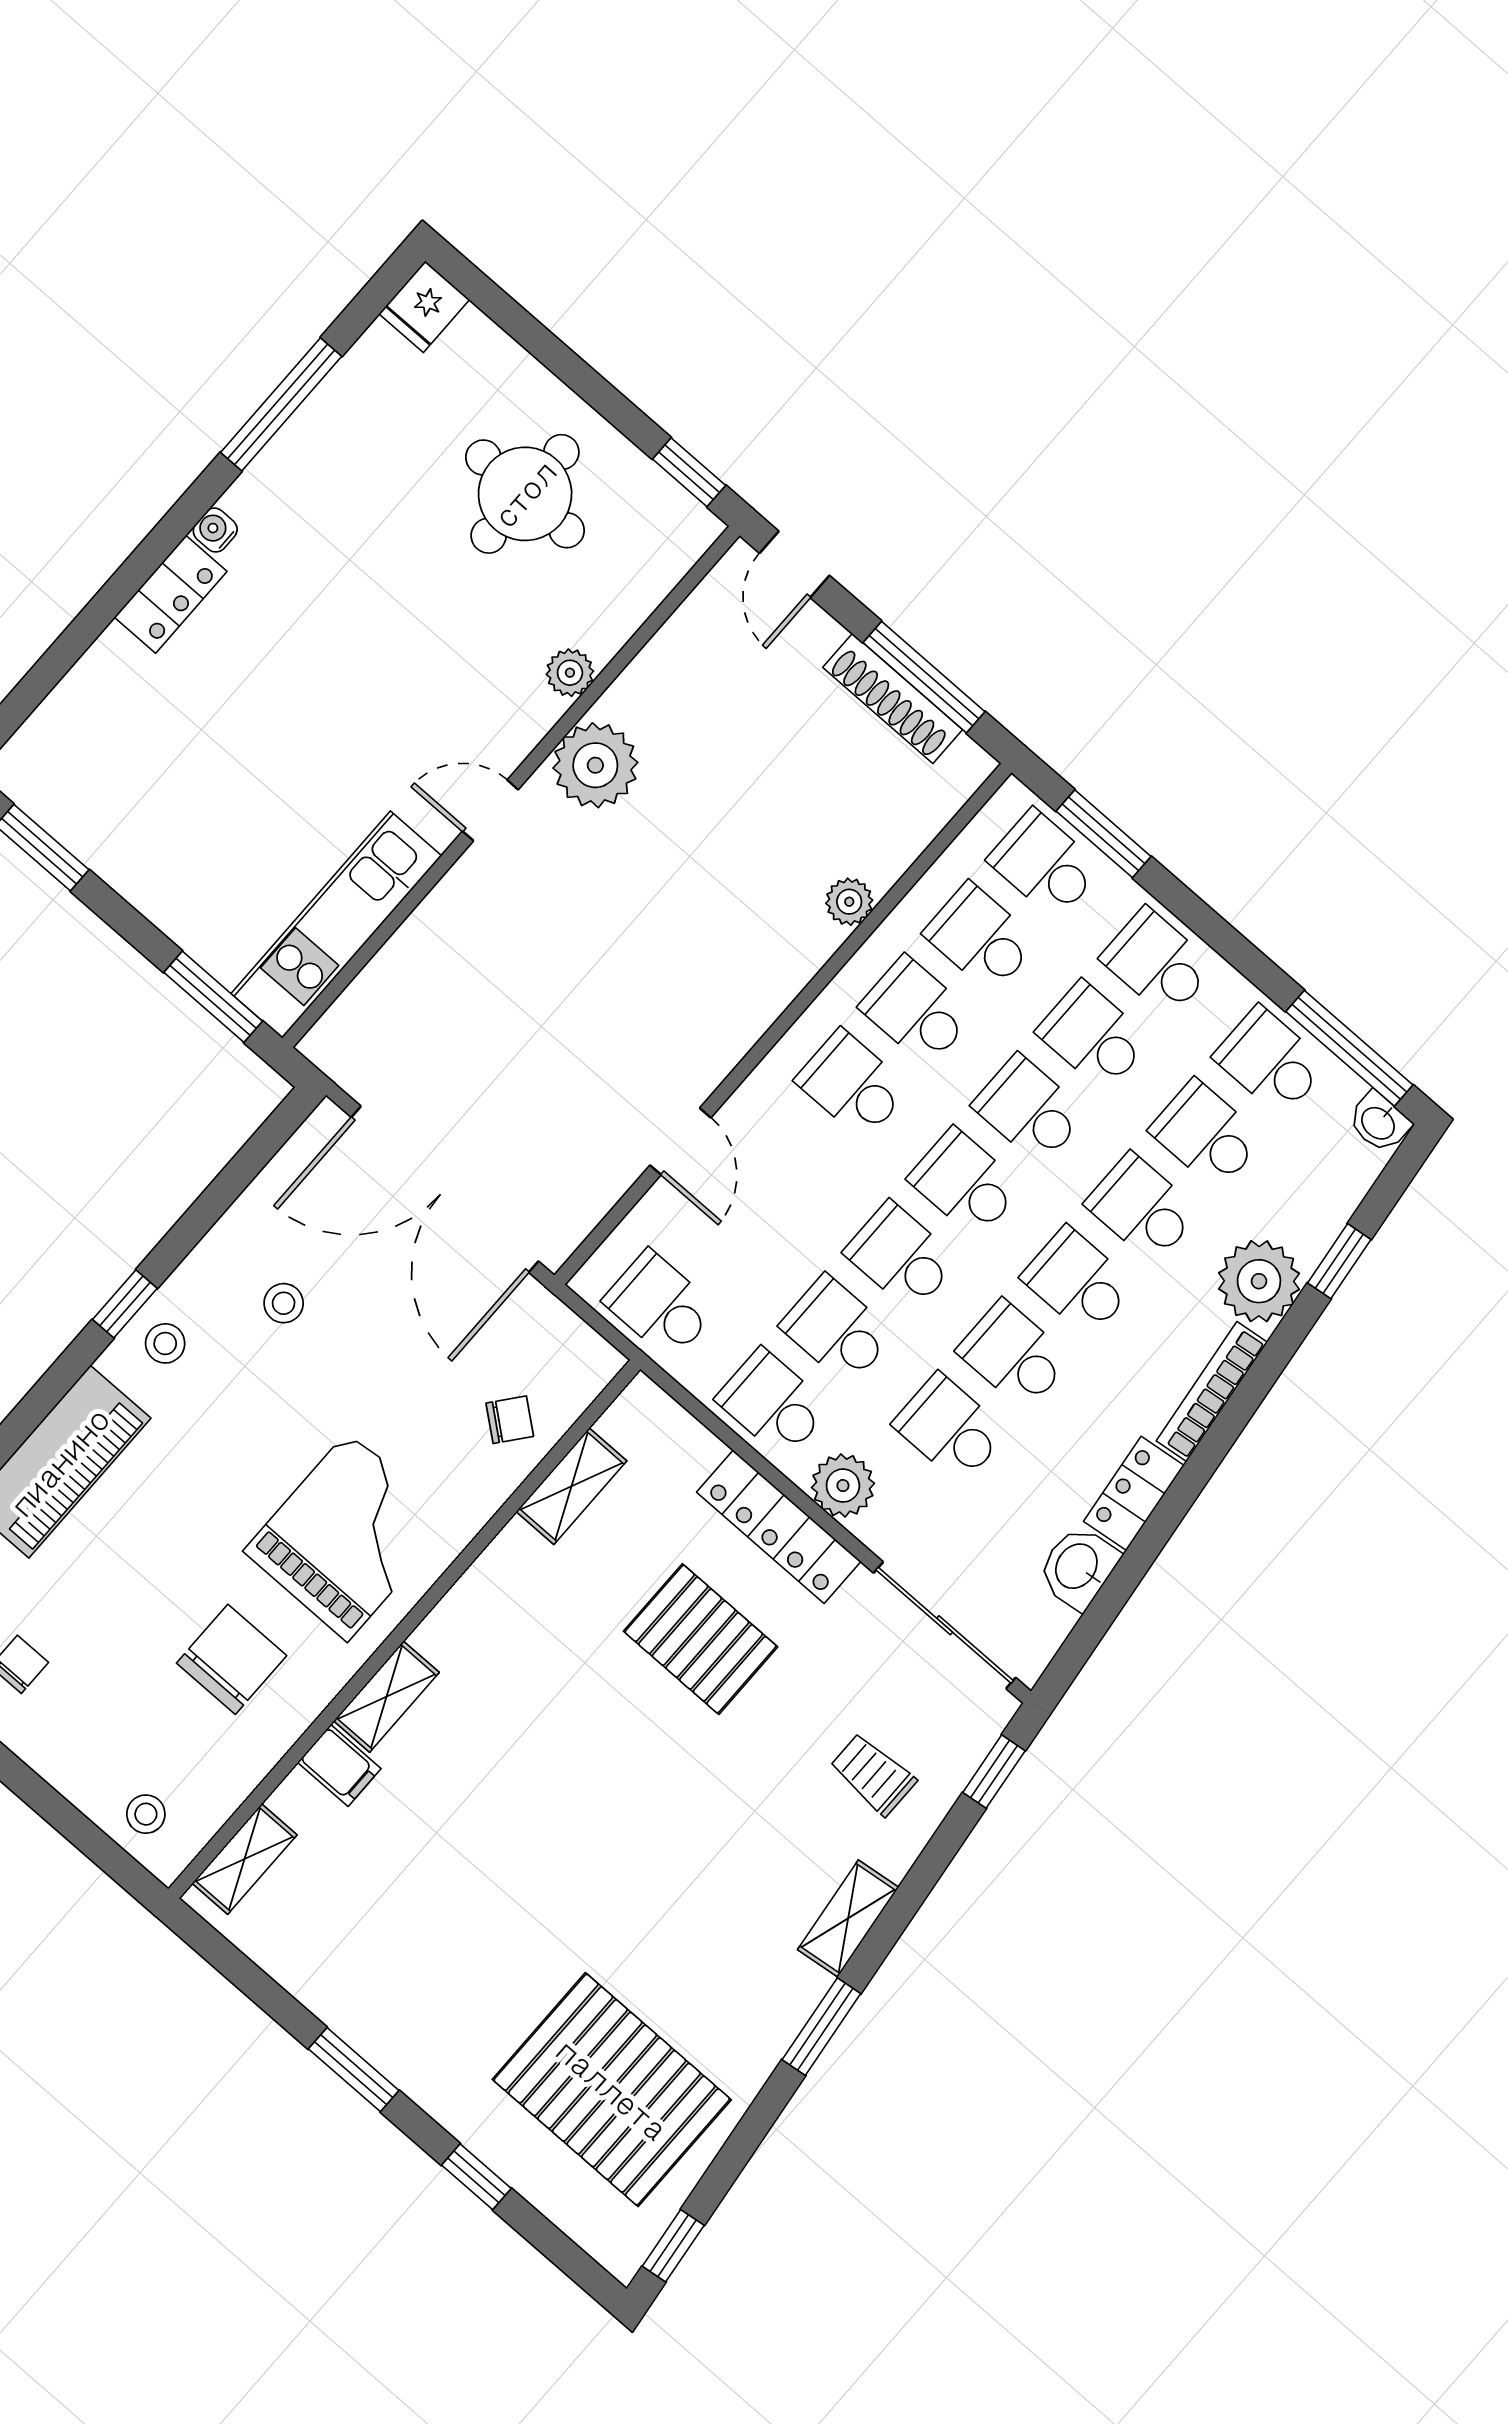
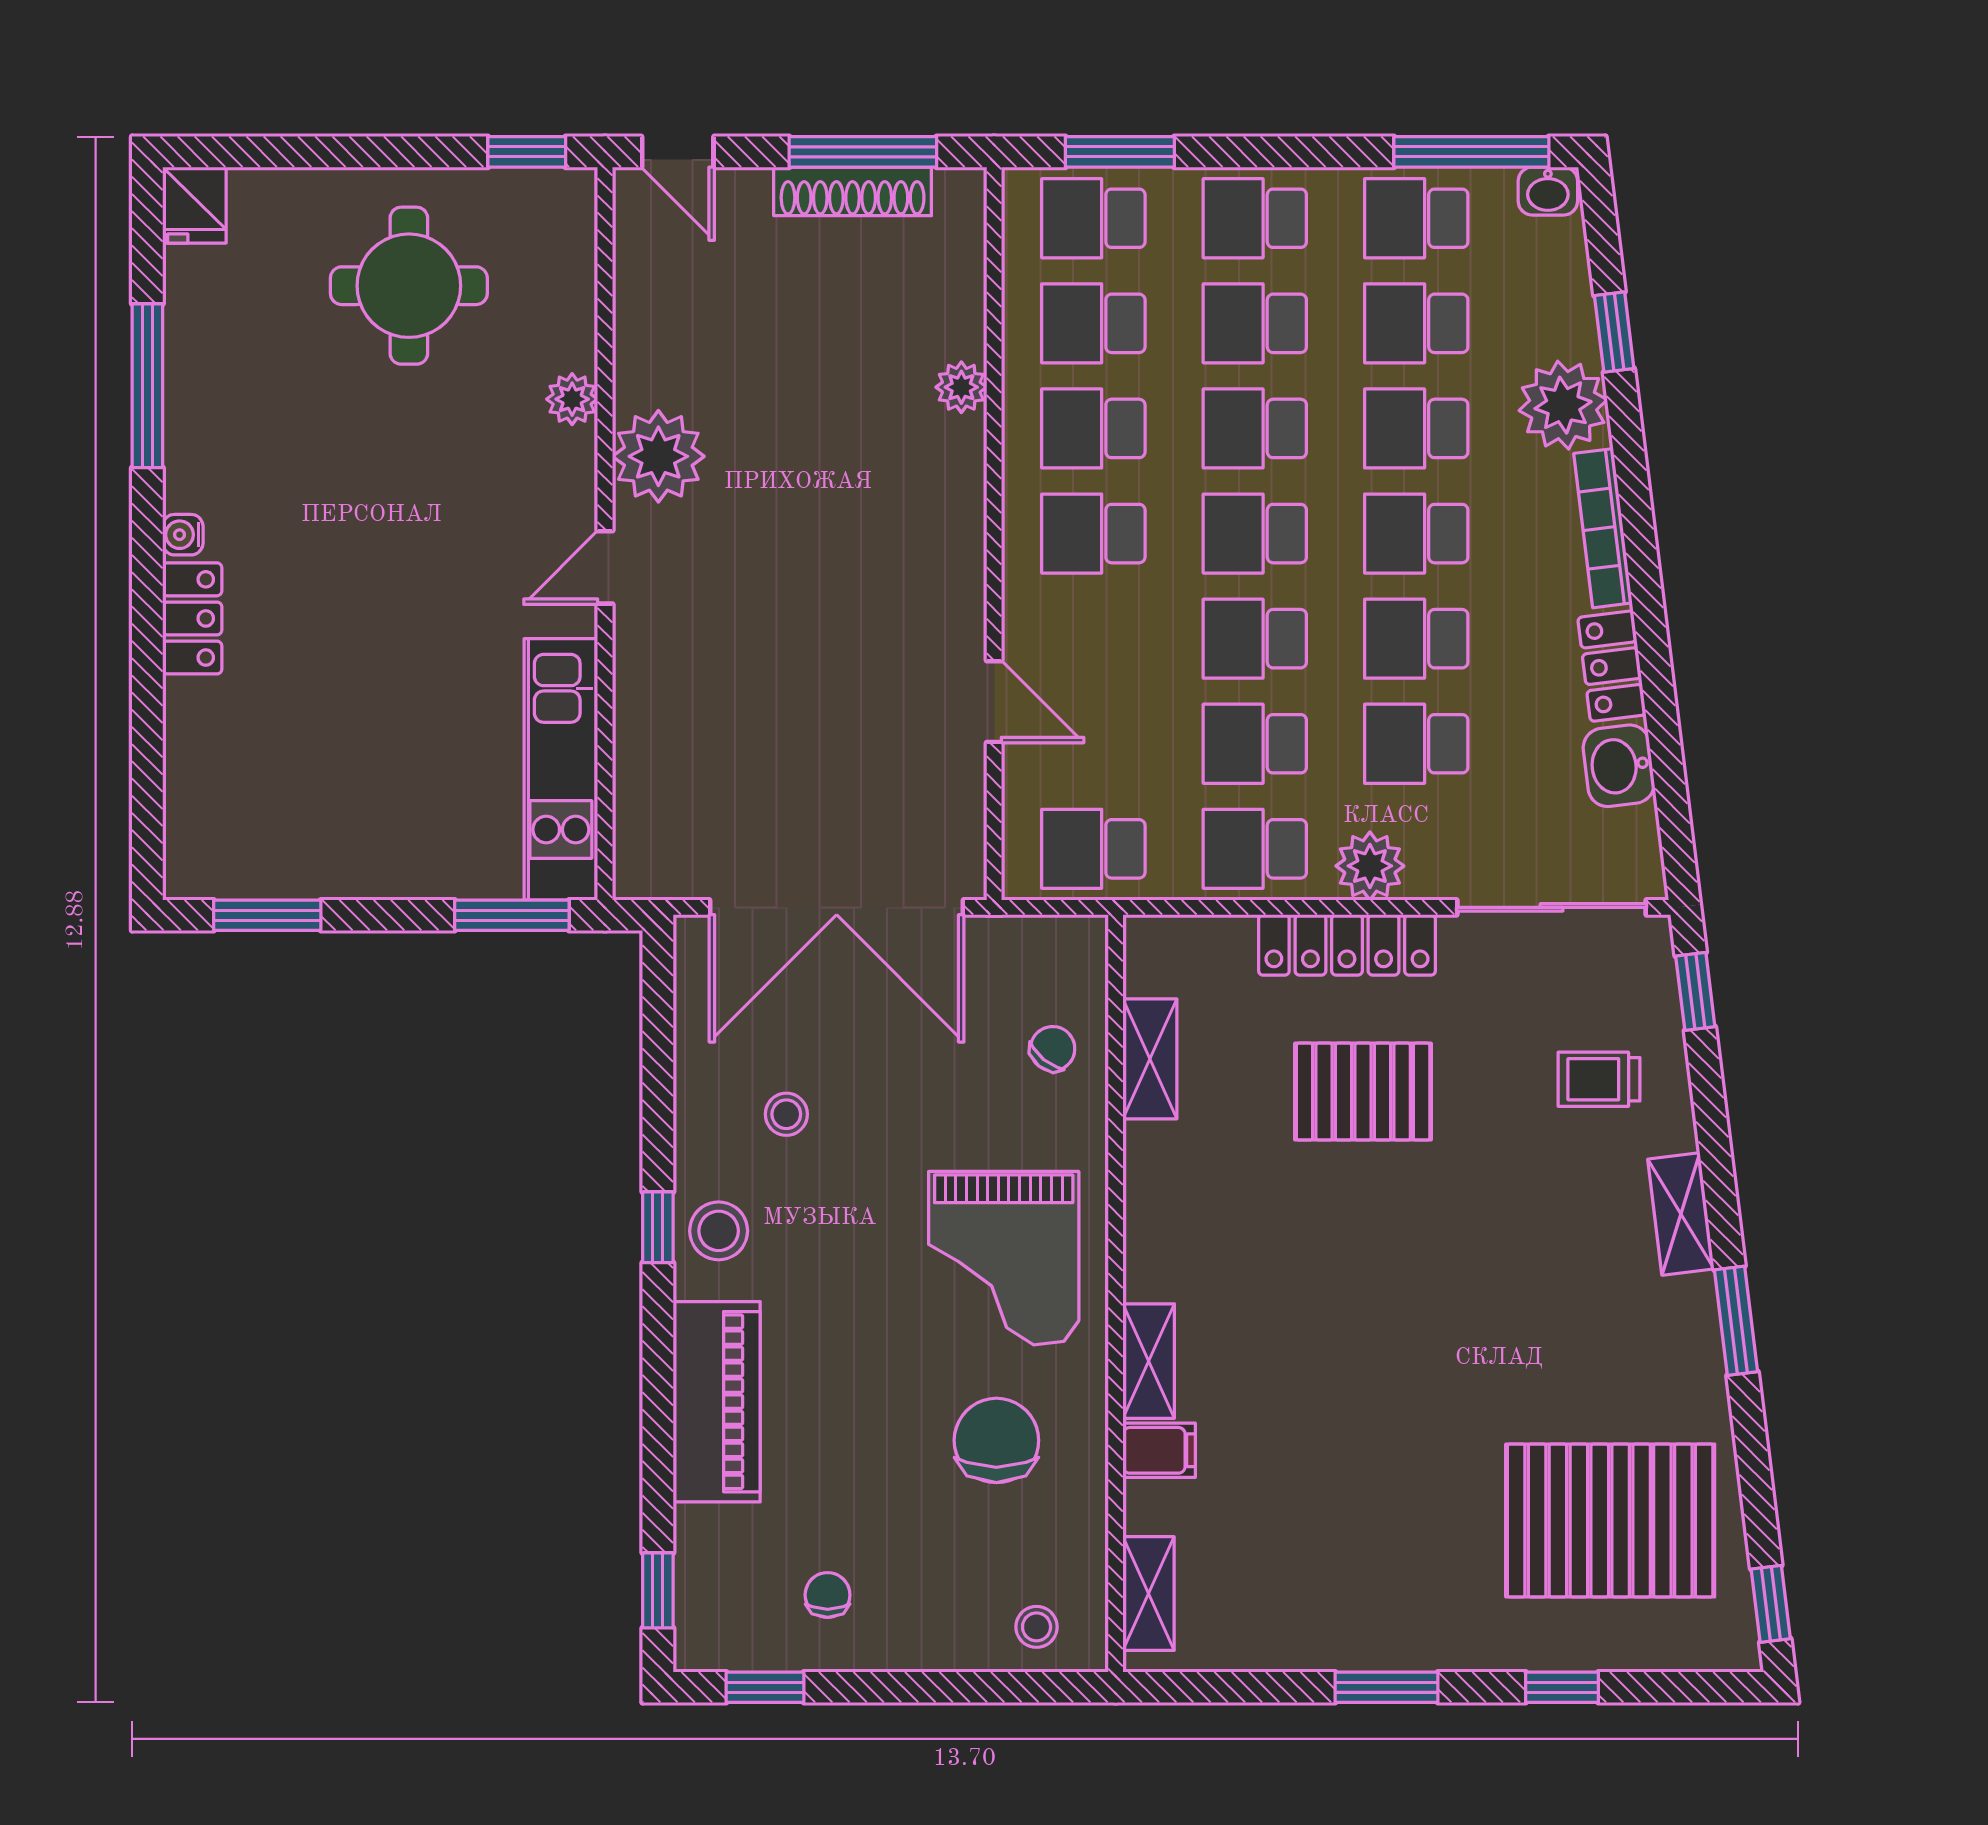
stool: (165, 1343) -> (719, 1231), width x1.37, depth x1.37
grand piano: (348, 1536) -> (1004, 1258), turned 180

